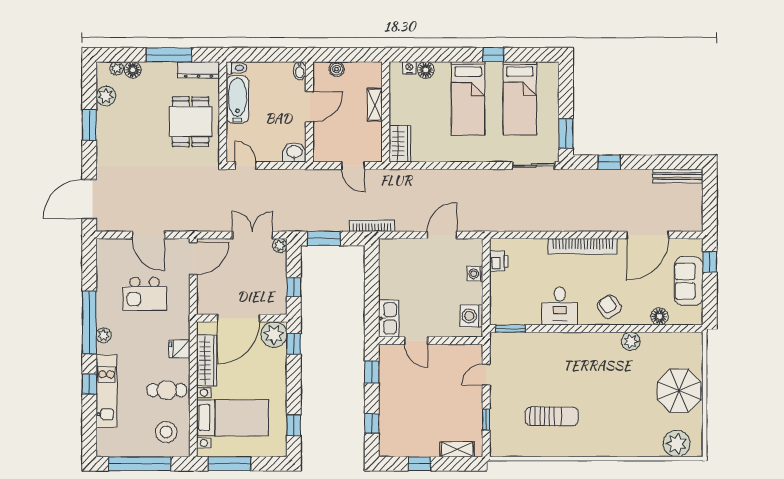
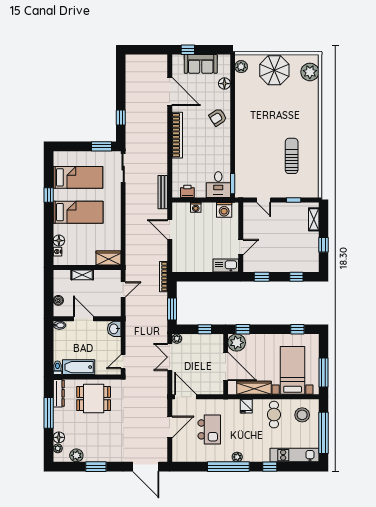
bench: (678, 176) -> (163, 192), moved
desk: (560, 306) -> (218, 185), moved, turned 90
plant: (631, 341) -> (241, 67), moved
kitchen unit: (106, 391) -> (294, 455), moved

